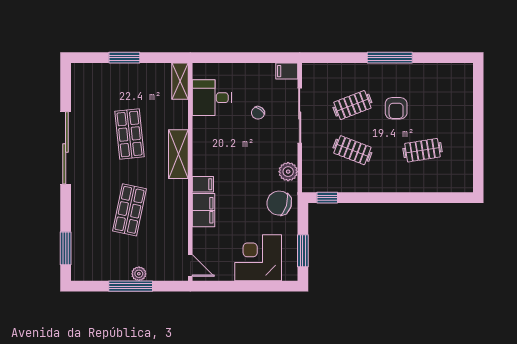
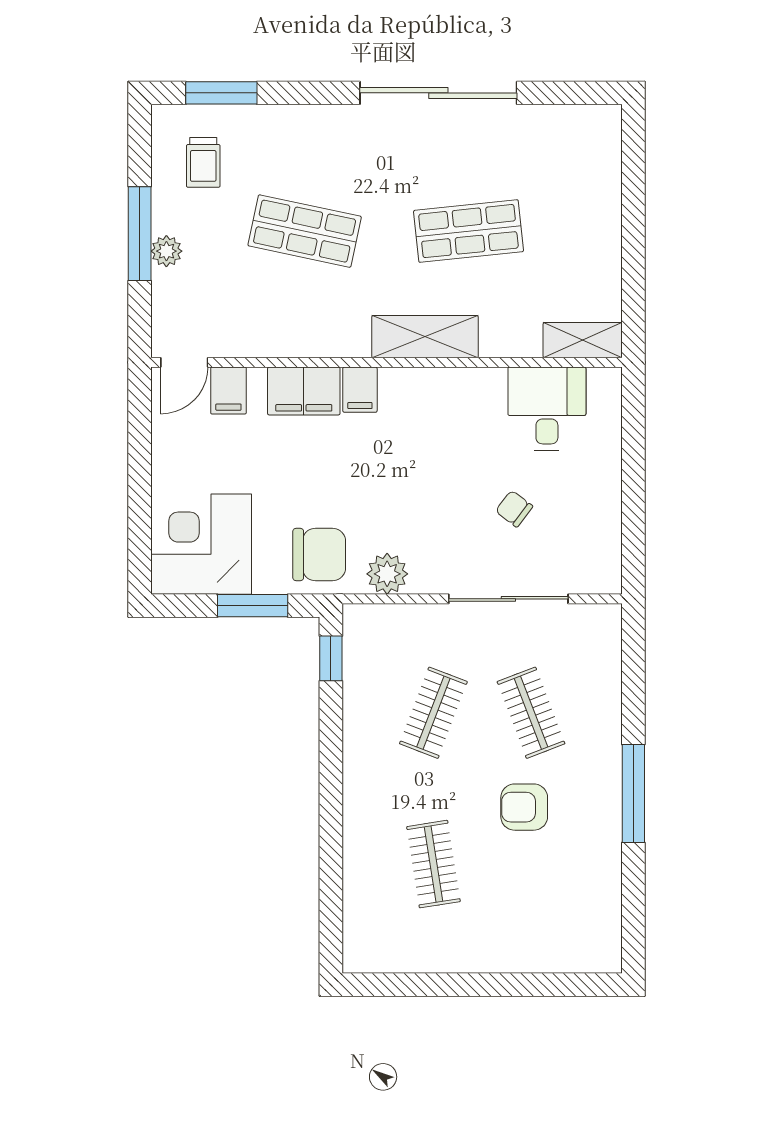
window: (124, 58) -> (633, 220), removed
filing cabinet: (287, 71) -> (228, 391), moved, turned 180
chair: (279, 203) -> (319, 554), turned 73
window: (303, 251) -> (253, 606), moved
trolley: (98, 257) -> (203, 162), added
corner desk: (258, 258) -> (201, 544), moved, turned -90

